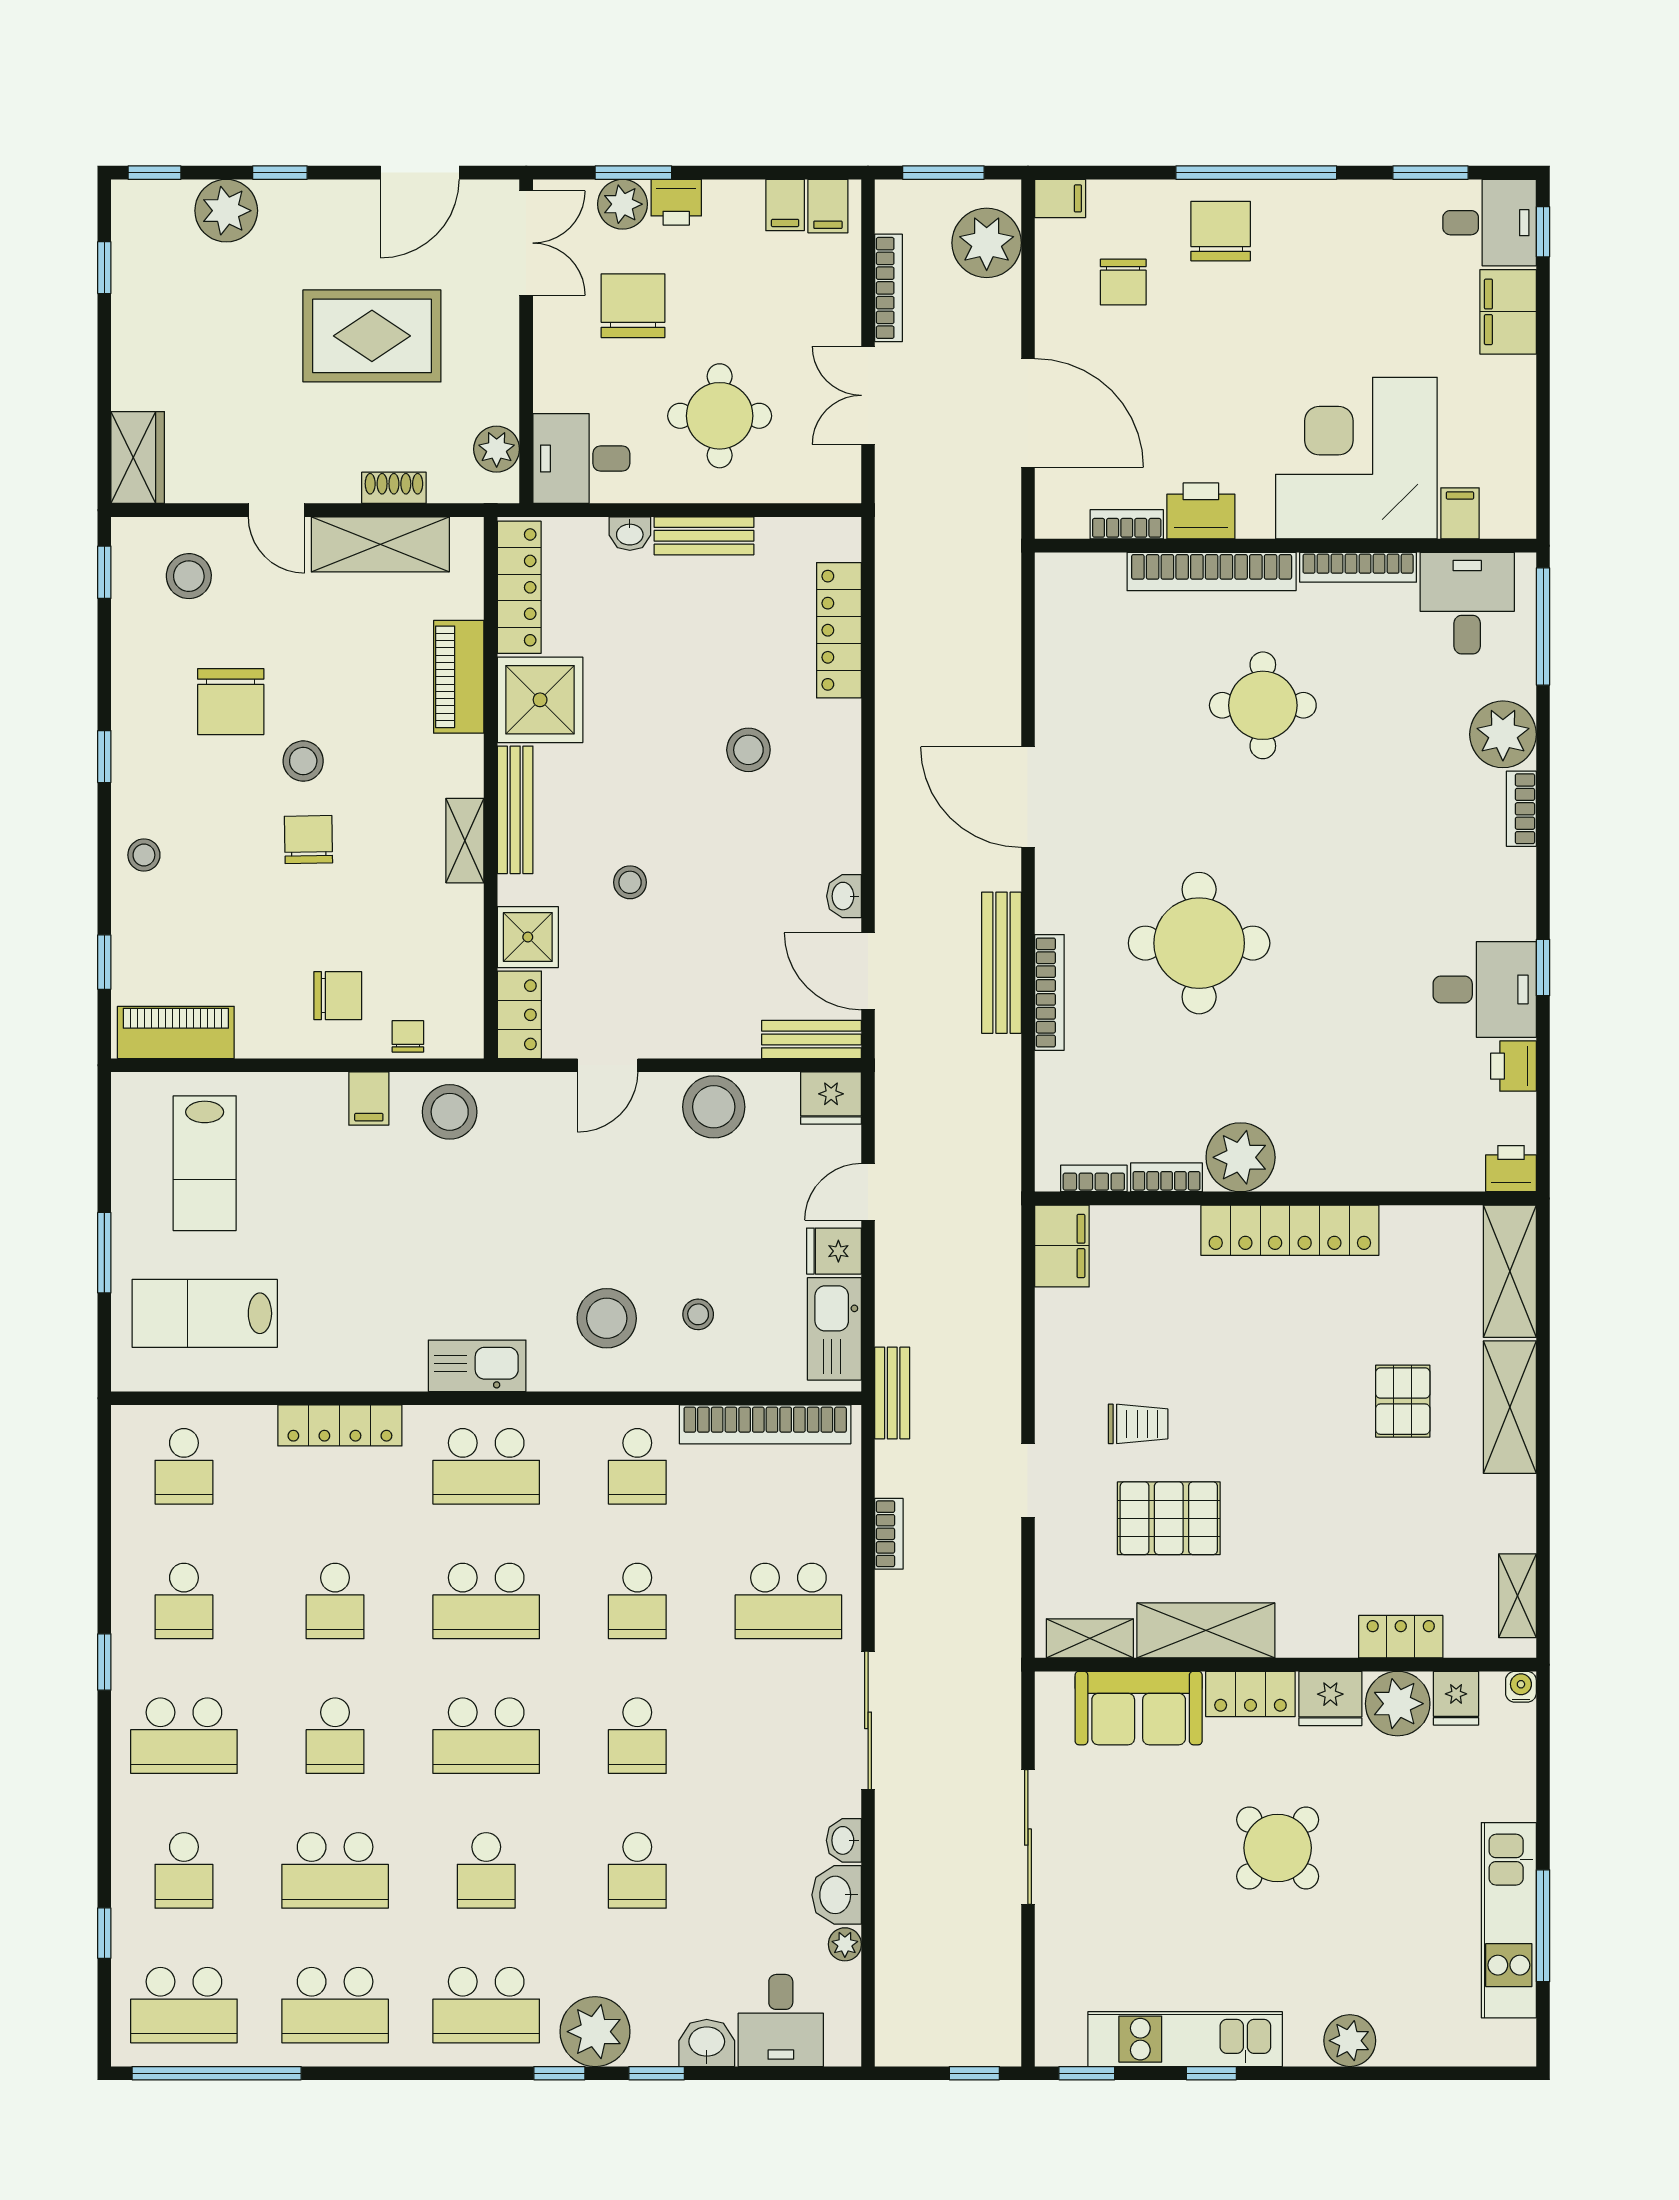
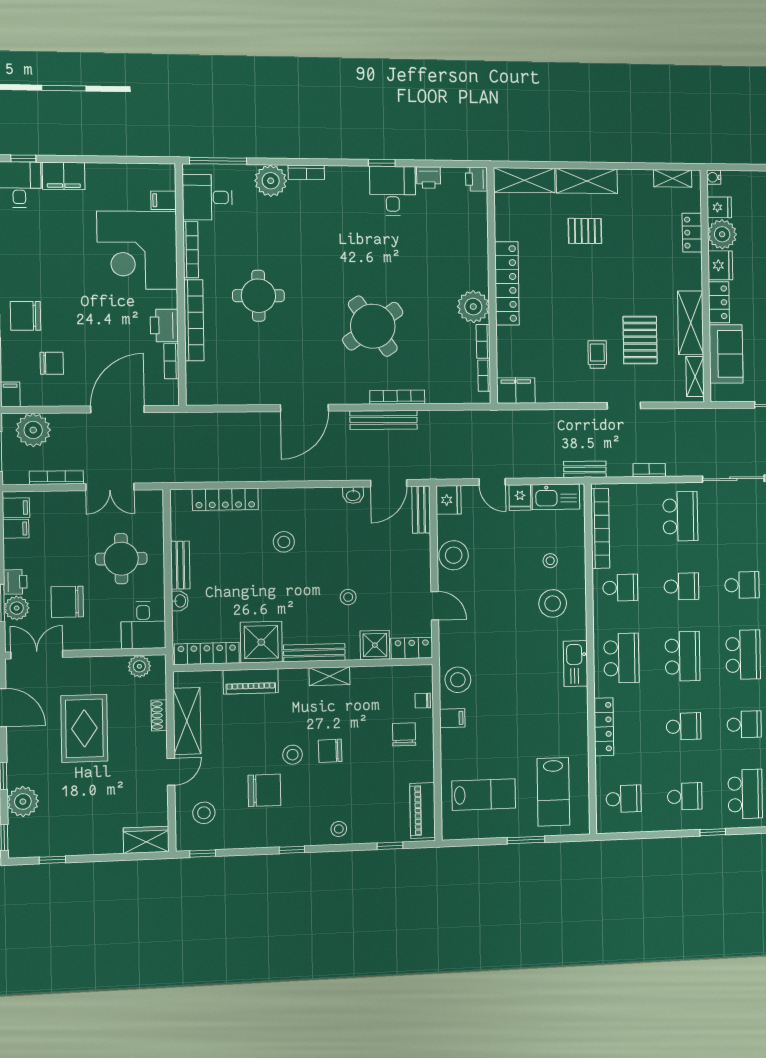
round table: (1199, 943) -> (373, 326), turned -35

